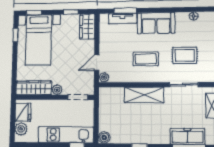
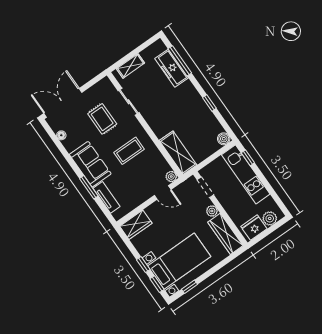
window: (125, 11) -> (89, 187), moved
window: (71, 12) -> (143, 265), moved
coffee table: (146, 59) -> (129, 151), turned 90
shelving: (144, 95) -> (178, 153), moved

